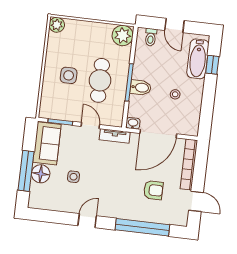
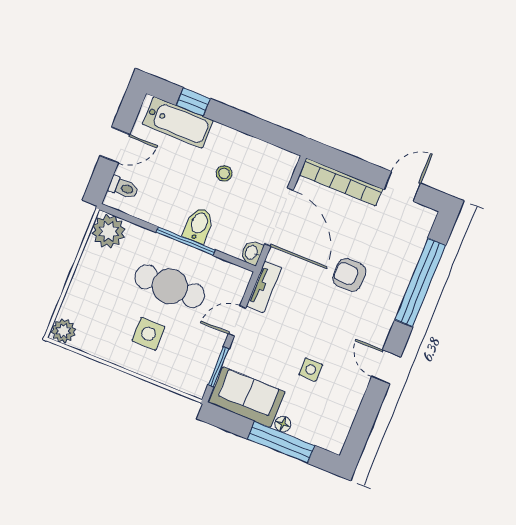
floor lamp: (41, 174) -> (283, 424), width x0.53, depth x0.53
armchair: (153, 190) -> (349, 275), moved, turned -90

